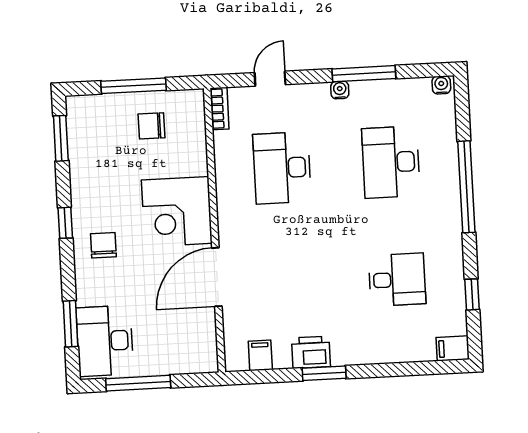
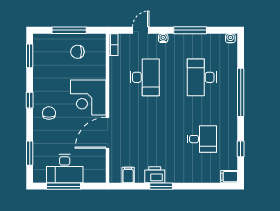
water cooler: (340, 90) -> (163, 38), moved
desk: (282, 168) -> (145, 77), turned 180
desk: (105, 341) -> (65, 169), moved, turned -90

